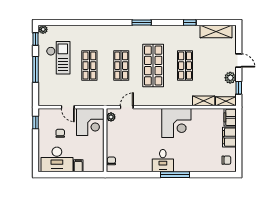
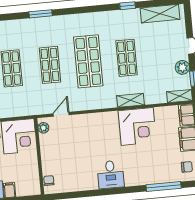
window: (142, 23) -> (41, 14), moved
shelving: (204, 101) -> (130, 100), moved
corner desk: (176, 123) -> (137, 126), moved
window: (175, 175) -> (164, 187), moved

